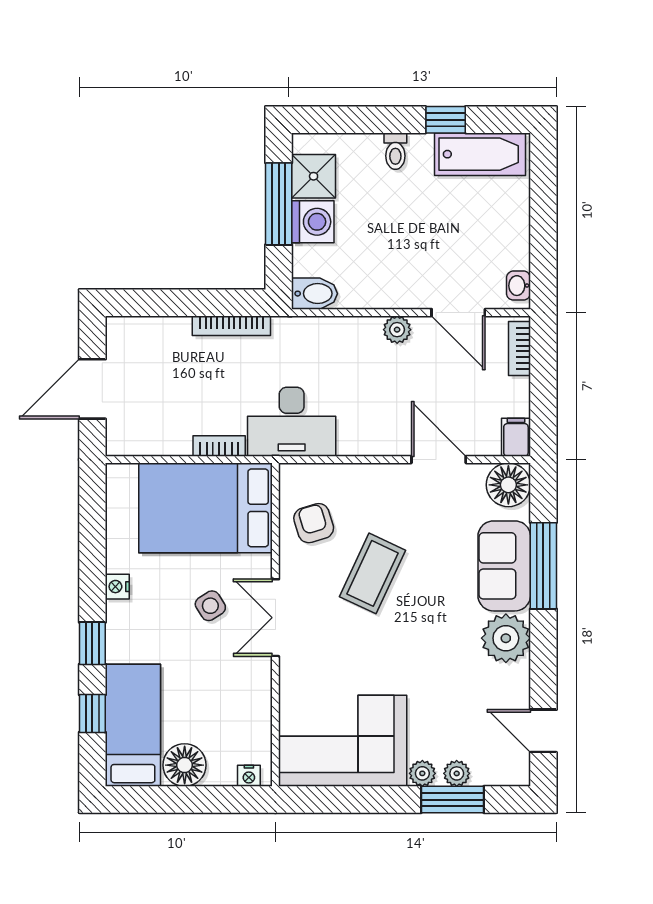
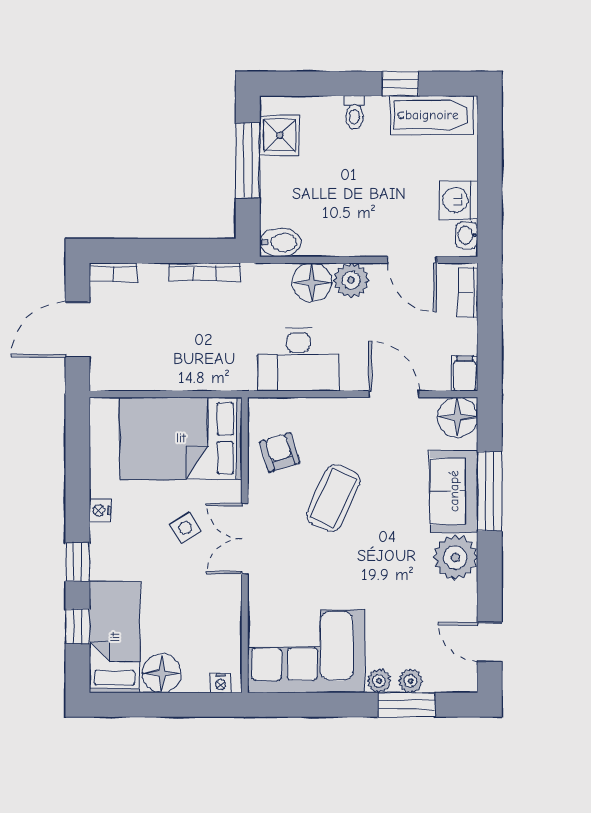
washing machine: (313, 222) -> (458, 200), moved, turned 180
plant: (397, 330) -> (351, 280), width x1.38, depth x1.38
floor lamp: (349, 337) -> (312, 282), added
desk: (292, 422) -> (298, 360), moved
bookcase: (219, 446) -> (113, 272), moved, turned 180

